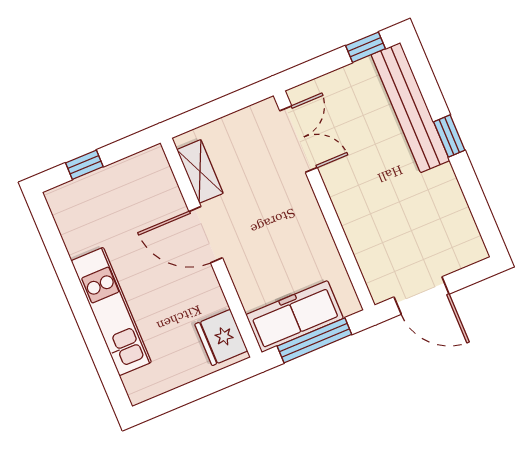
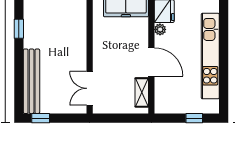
window: (449, 136) -> (19, 29), moved
plant: (215, 301) -> (160, 29), added
kitchen unit: (111, 311) -> (210, 56), width x1.36

